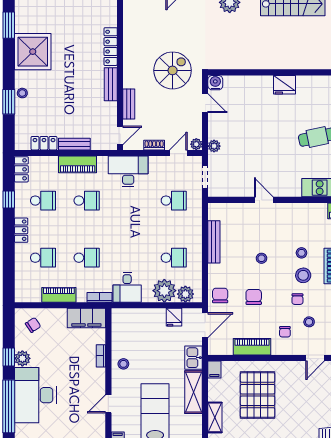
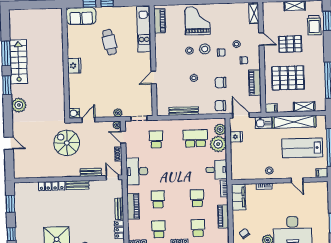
school desk: (174, 258) -> (195, 138), width x1.85
shelving: (194, 392) -> (294, 122), width x1.47
pallet: (307, 400) -> (290, 44), added

